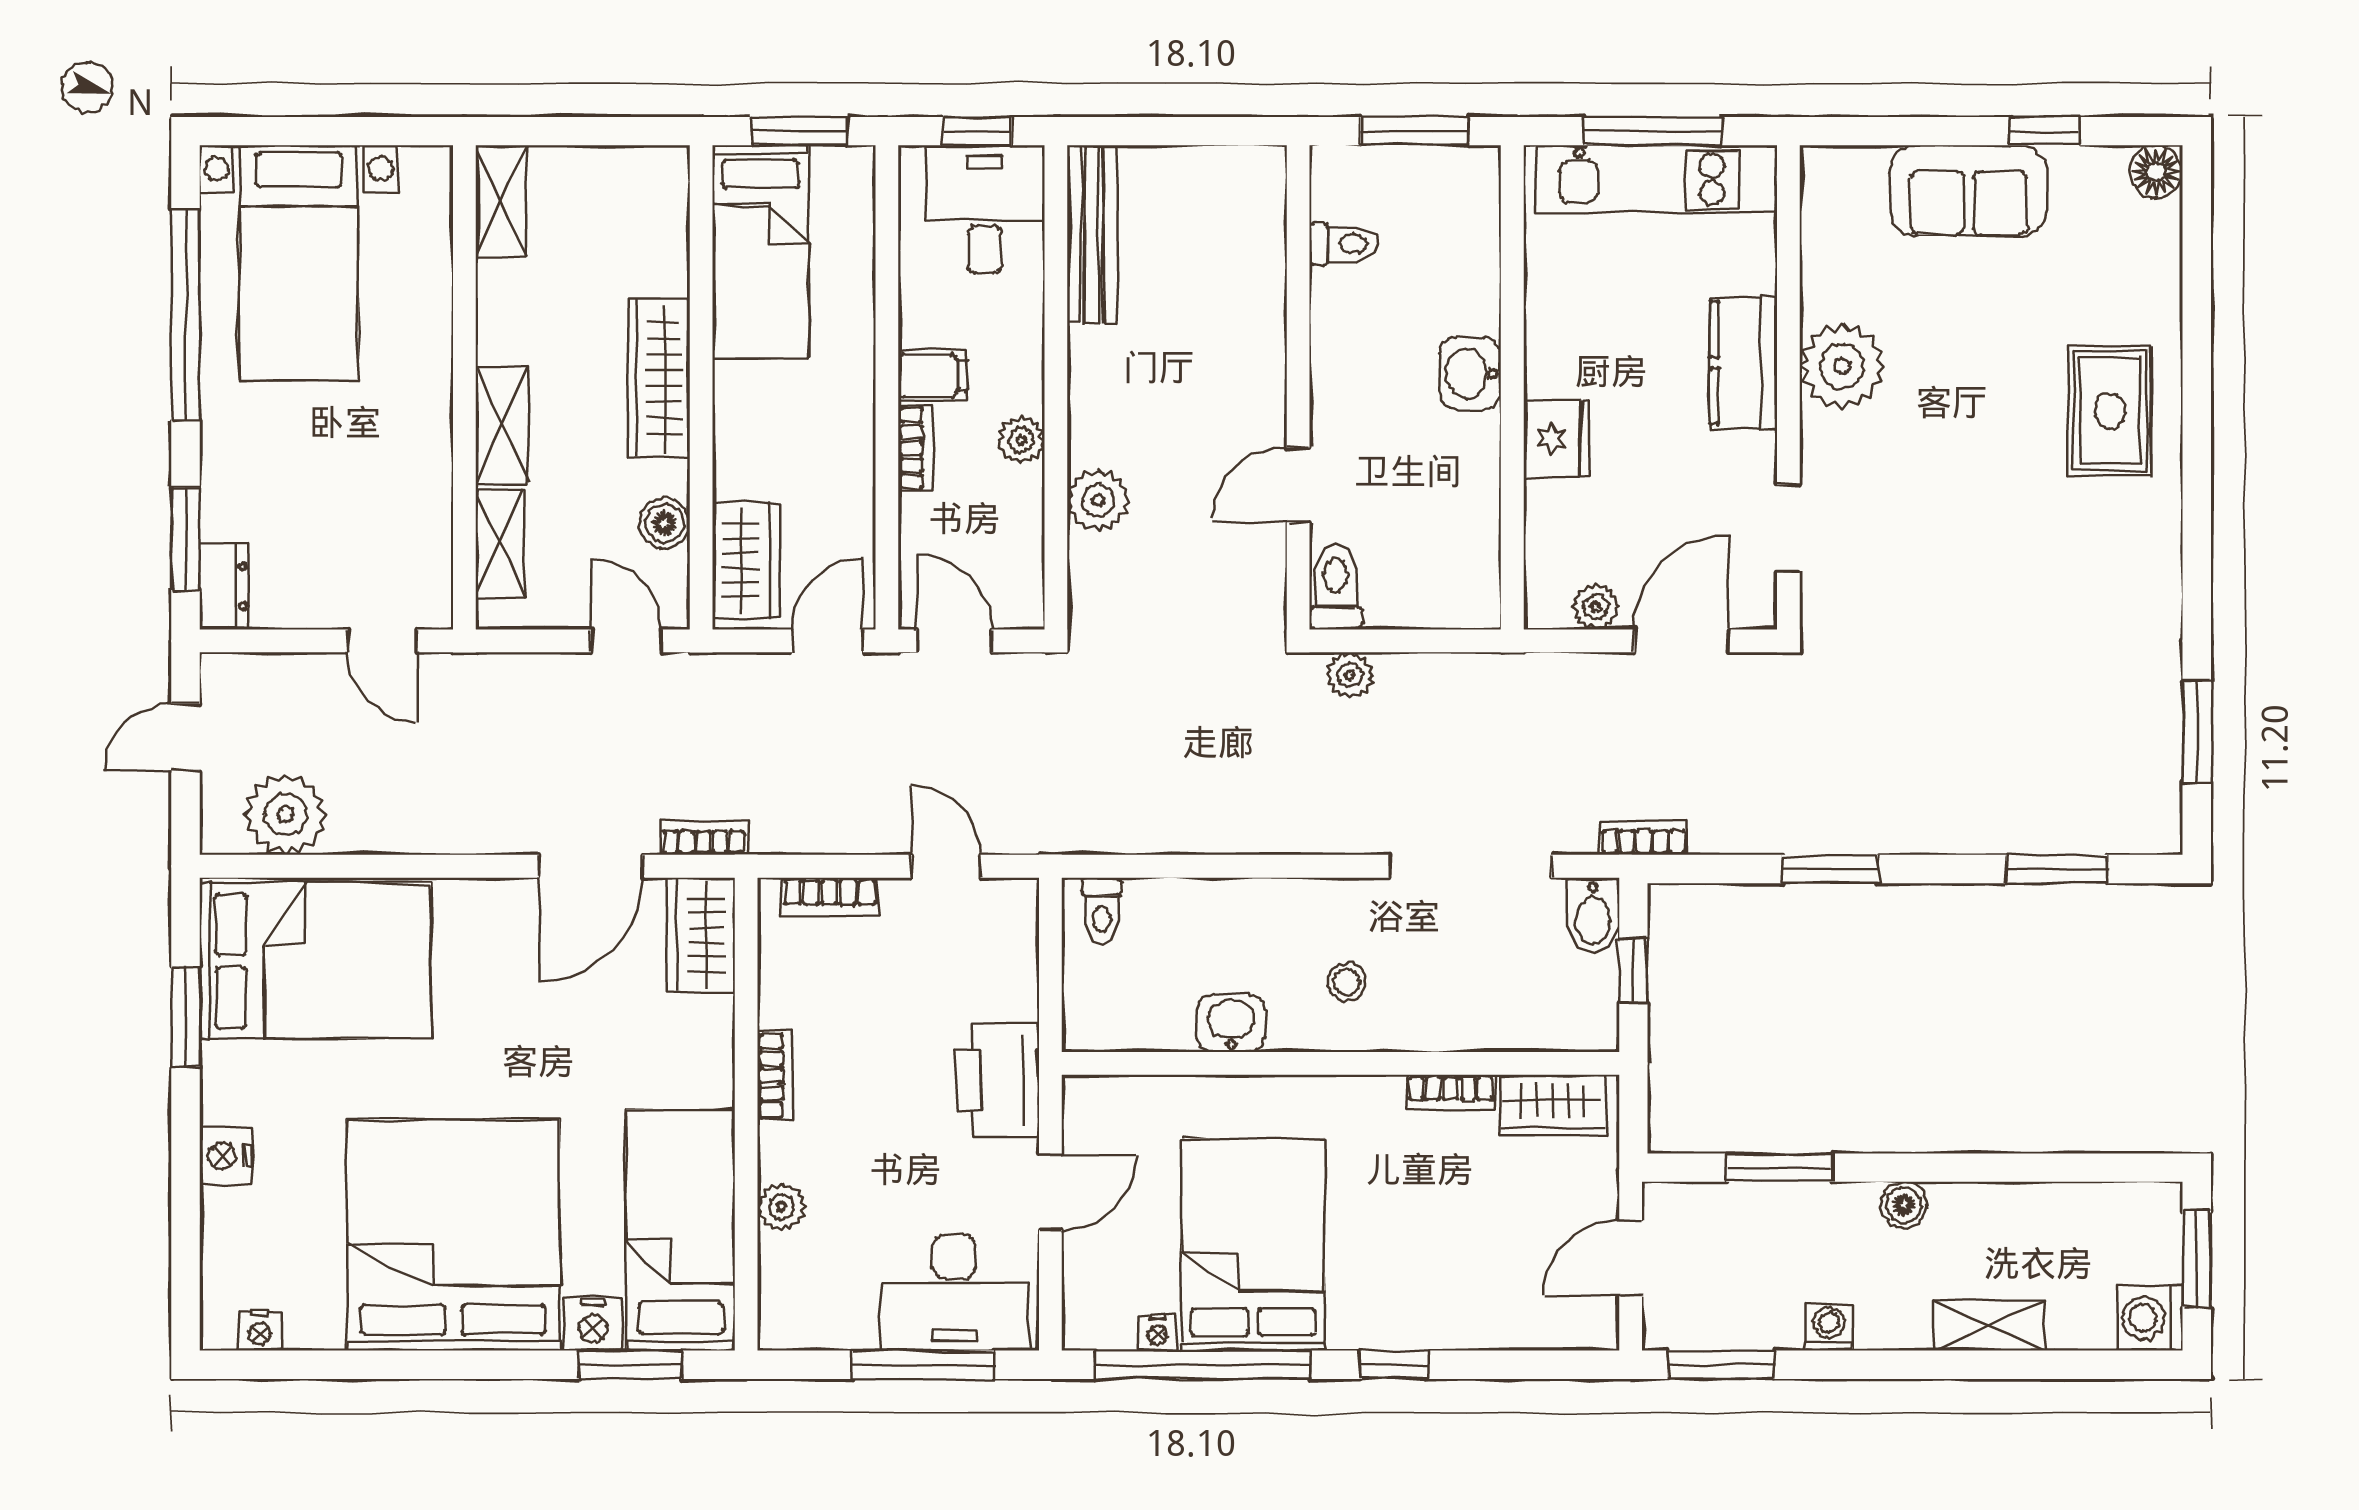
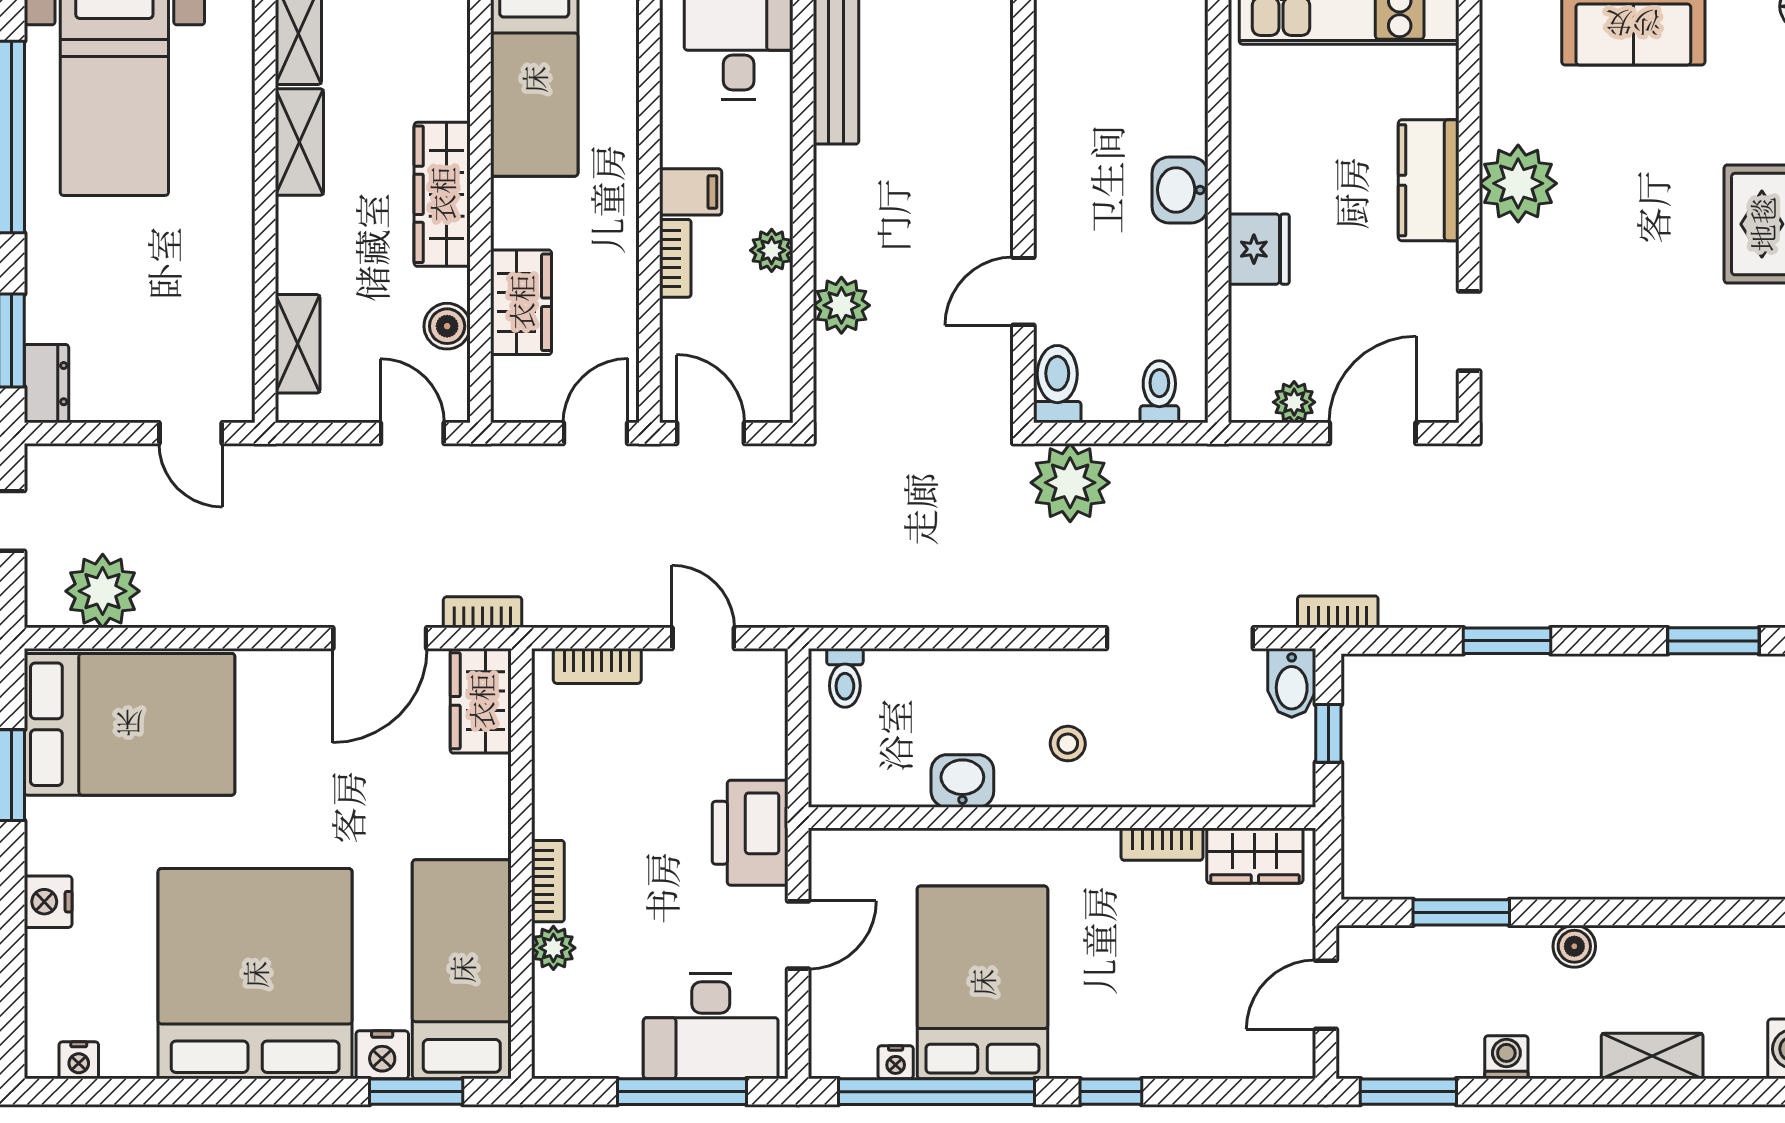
toilet: (1344, 244) -> (1159, 392), moved, turned -90
shelving: (502, 425) -> (299, 142), moved
wardrobe: (746, 560) -> (521, 302), moved
plant: (1349, 675) -> (1070, 483), width x1.88, depth x1.88
bookcase: (775, 1076) -> (548, 881), moved

